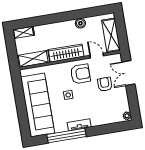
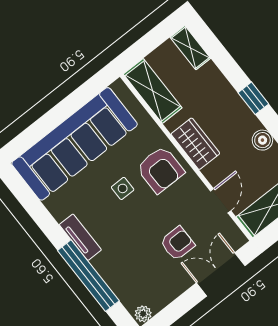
window: (60, 17) -> (253, 98), added
wardrobe: (66, 53) -> (195, 144), width x0.67
armchair: (80, 74) -> (160, 170), moved
window: (67, 136) -> (88, 276), moved

